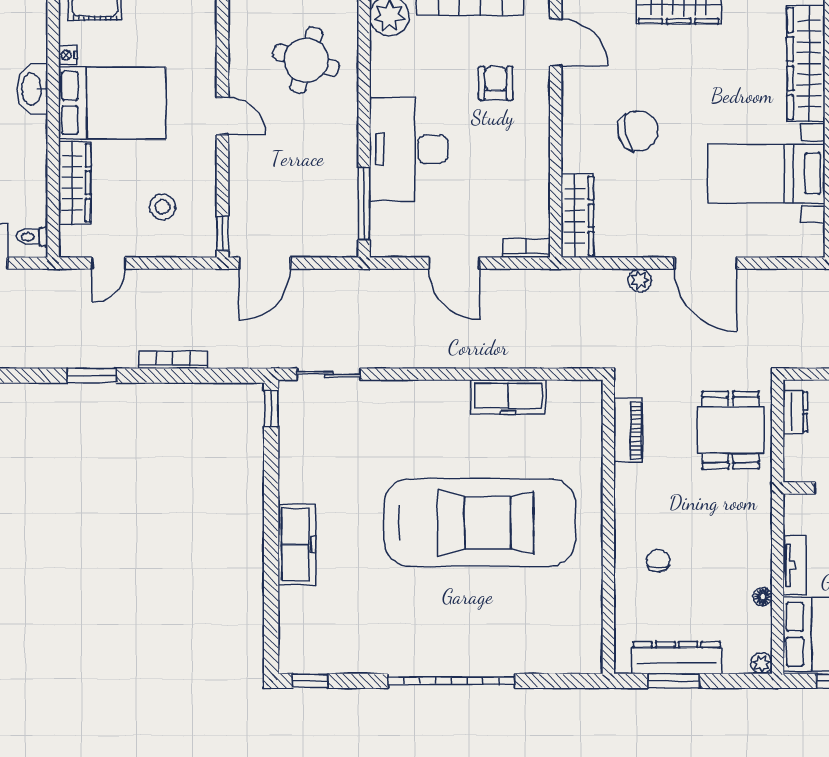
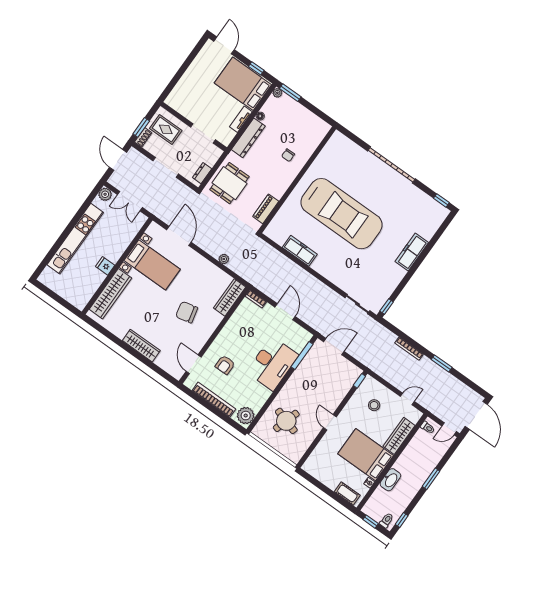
door: (265, 263) -> (334, 347), moved
door: (706, 263) -> (179, 236), moved
car: (480, 523) -> (341, 214), turned 180
dresser: (677, 658) -> (248, 138), moved, turned -90
window: (674, 681) -> (290, 93), moved

